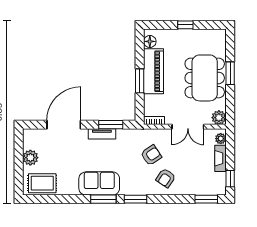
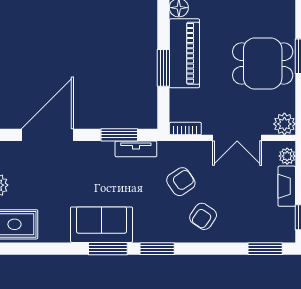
dining table: (205, 78) -> (263, 63), width x0.73
tv unit: (102, 134) -> (136, 149), moved

